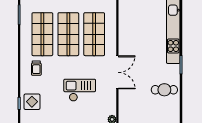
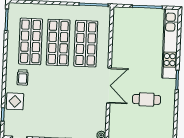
checkout: (80, 90) -> (68, 103), removed
cafe table: (164, 90) -> (147, 99), moved
display table: (32, 102) -> (15, 101), moved

